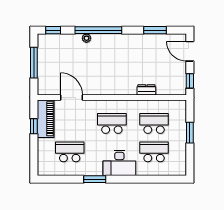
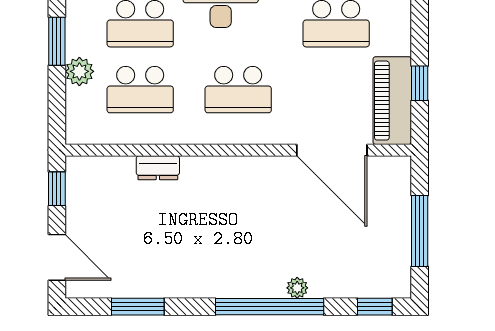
door: (72, 97) -> (332, 150), width x1.36
plant: (180, 131) -> (79, 71), added
window: (190, 133) -> (57, 41), moved

